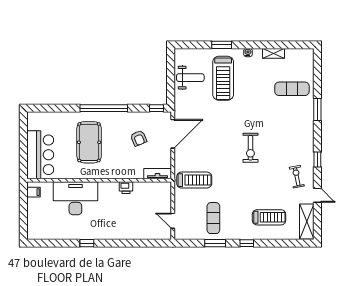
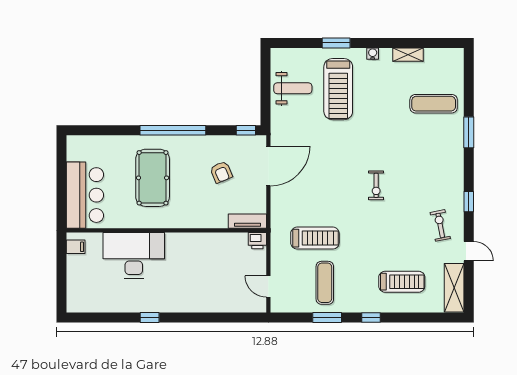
exercise bike: (250, 148) -> (376, 185), width x0.73, depth x0.72
treadmill: (194, 180) -> (315, 238), moved
printer: (126, 188) -> (257, 241), moved

